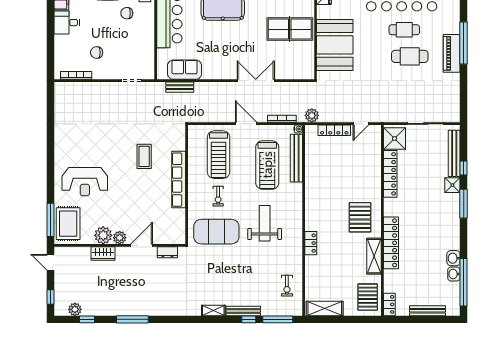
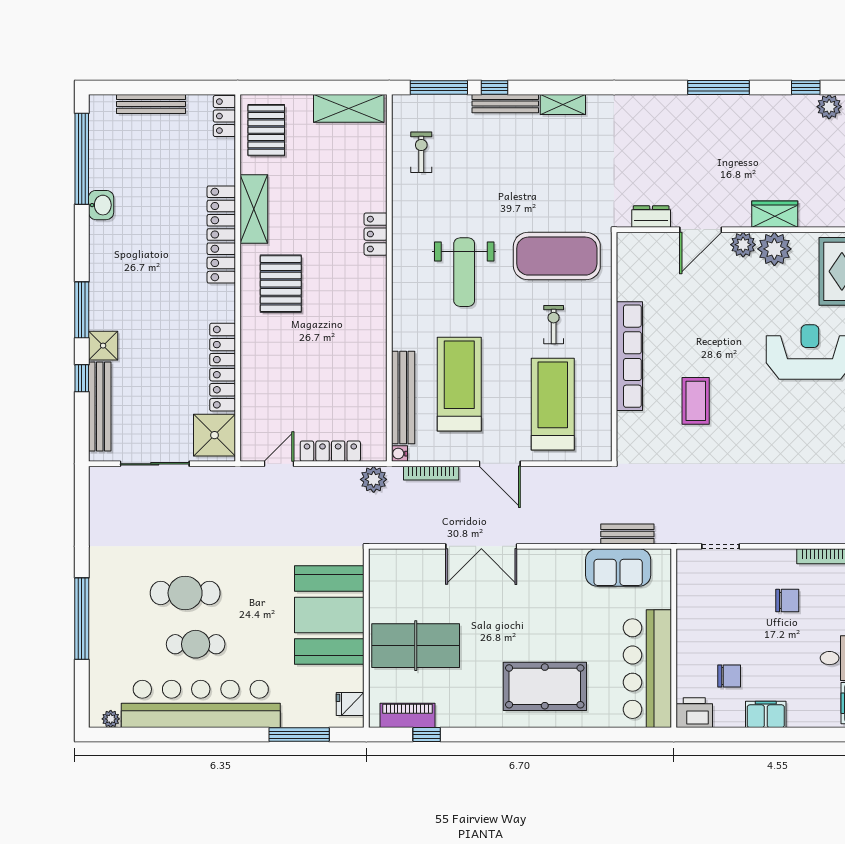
piano: (452, 53) -> (104, 599), removed
washbasin: (454, 274) -> (100, 175), removed

